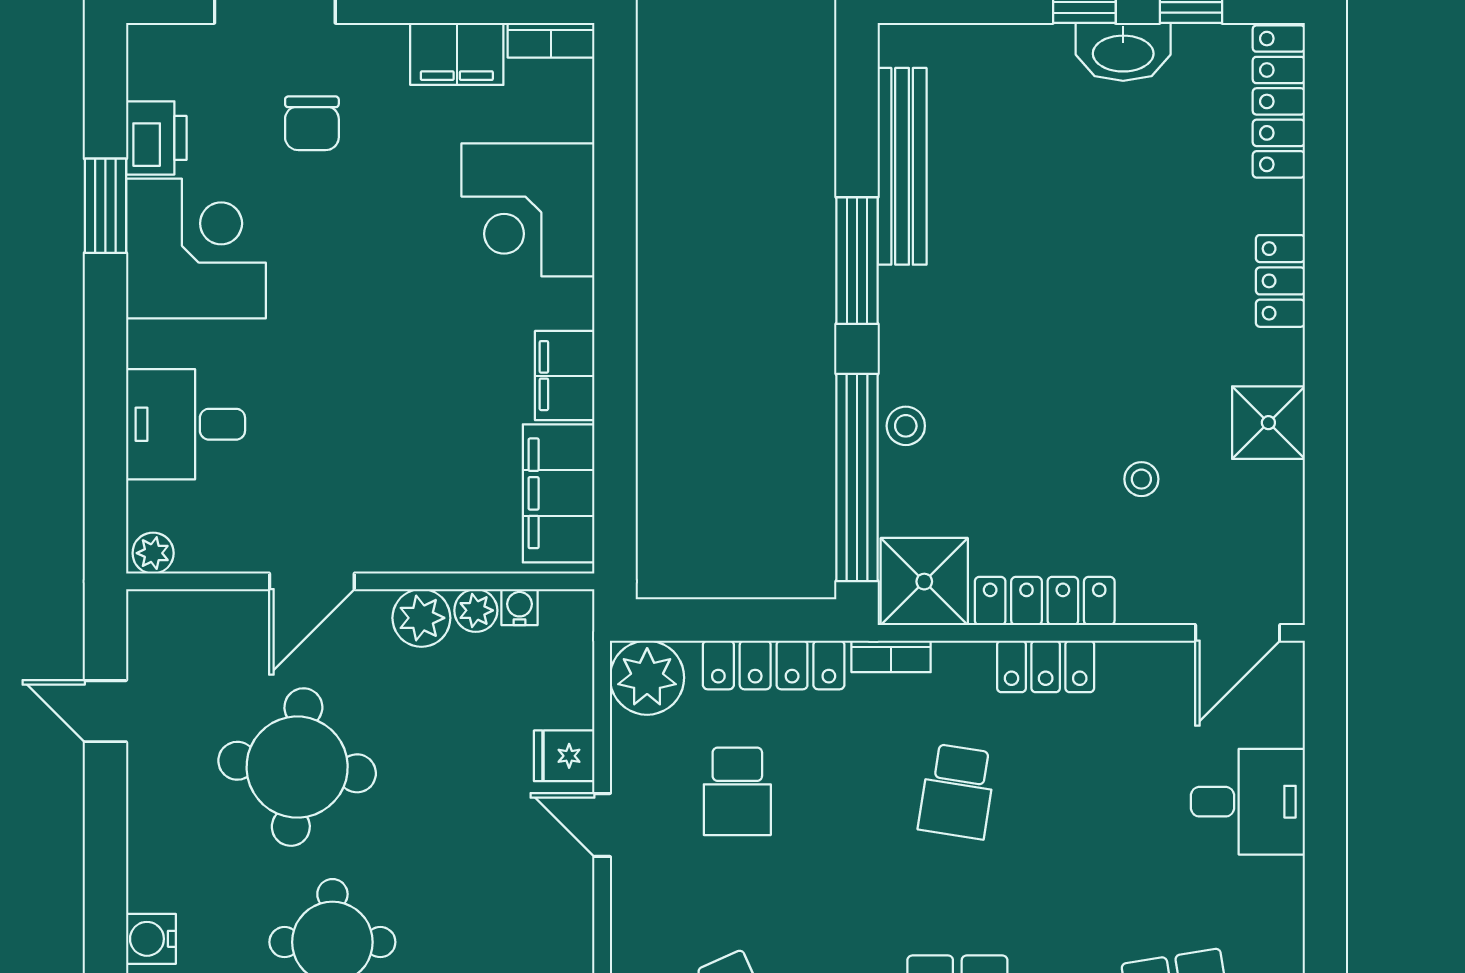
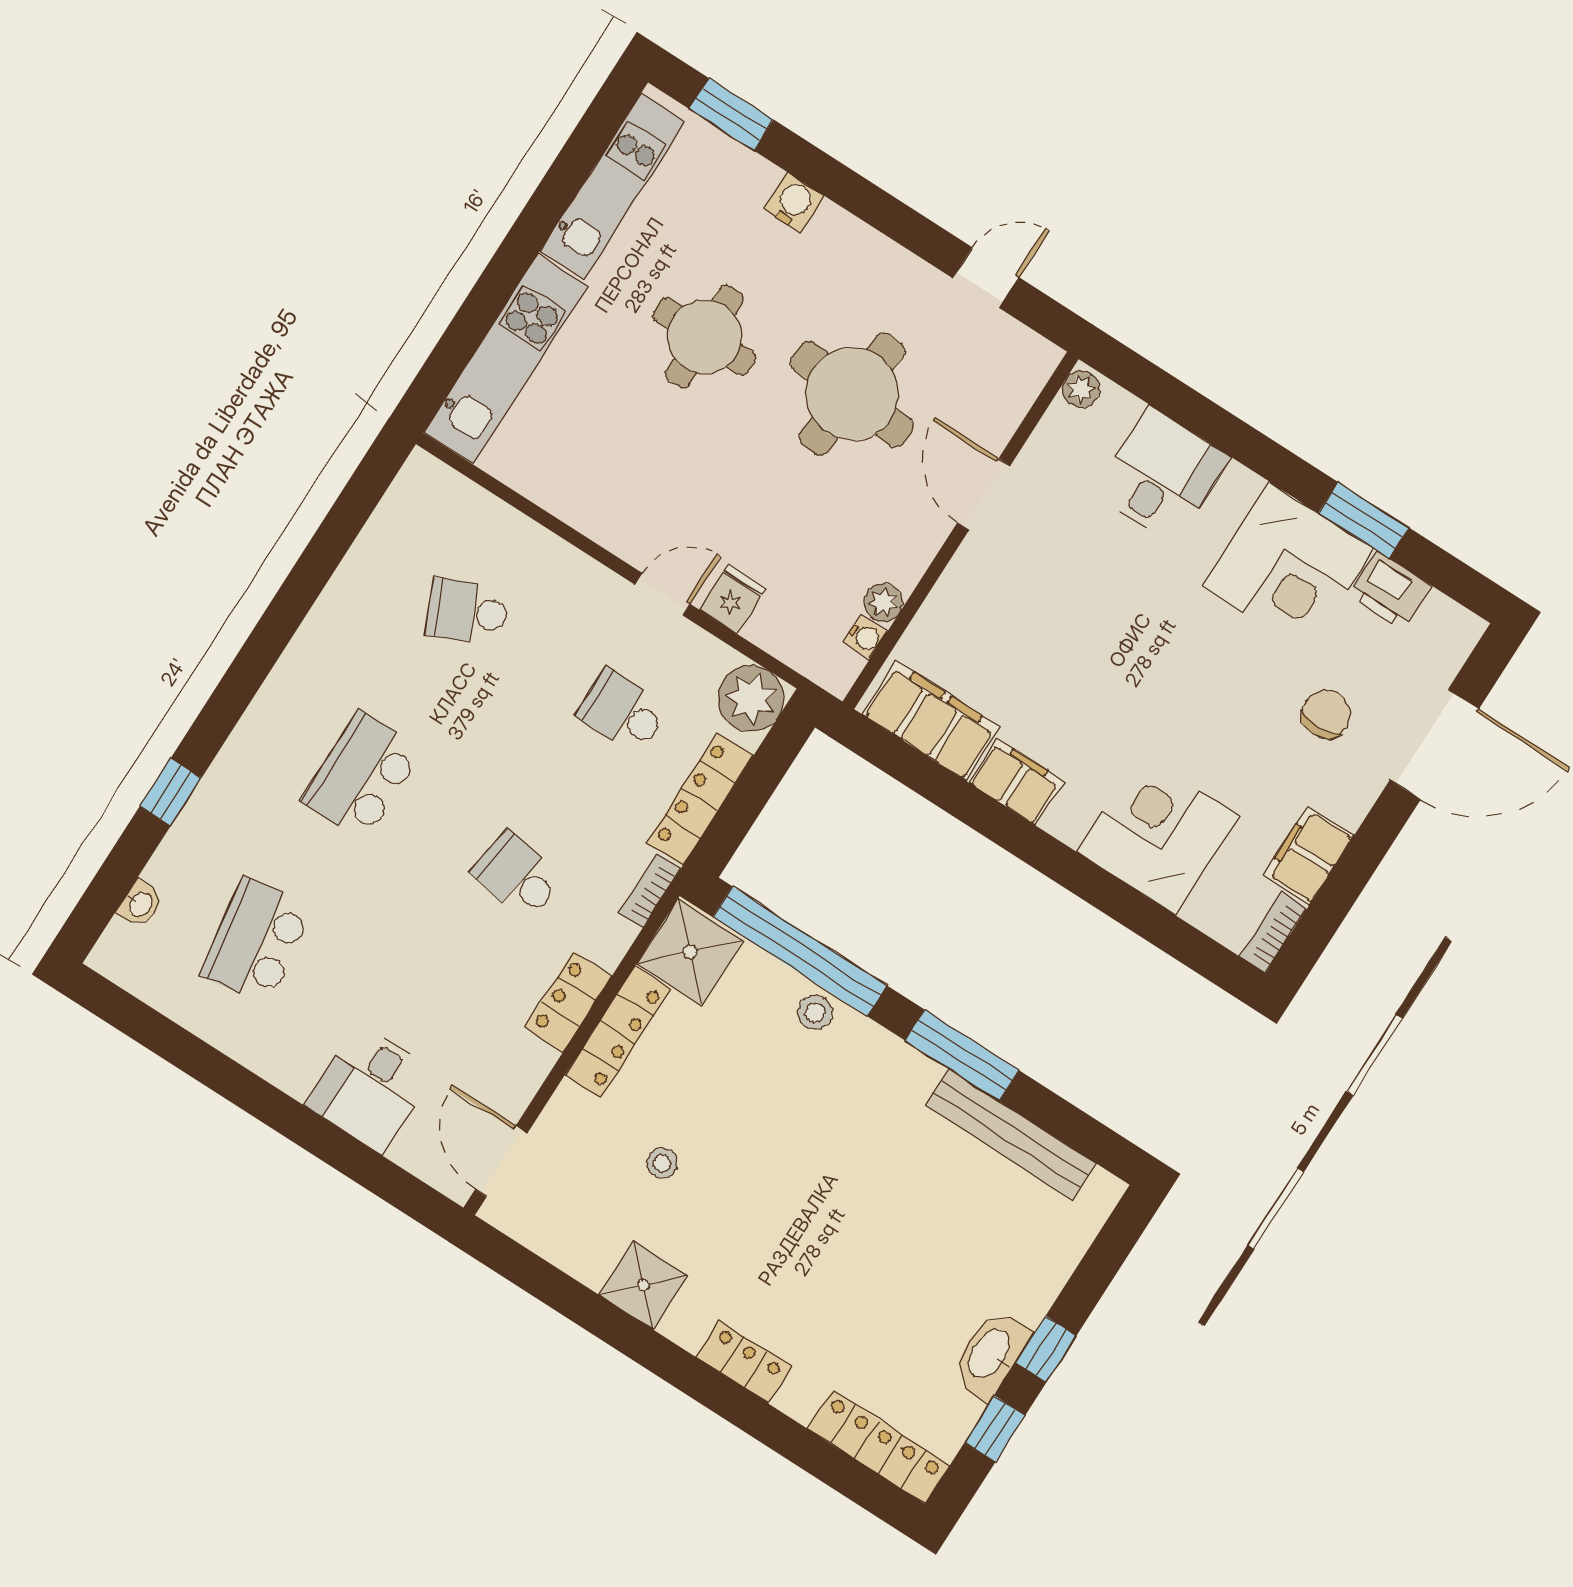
chair: (312, 123) -> (1326, 714), turned 90
plant: (421, 618) -> (904, 558), removed

